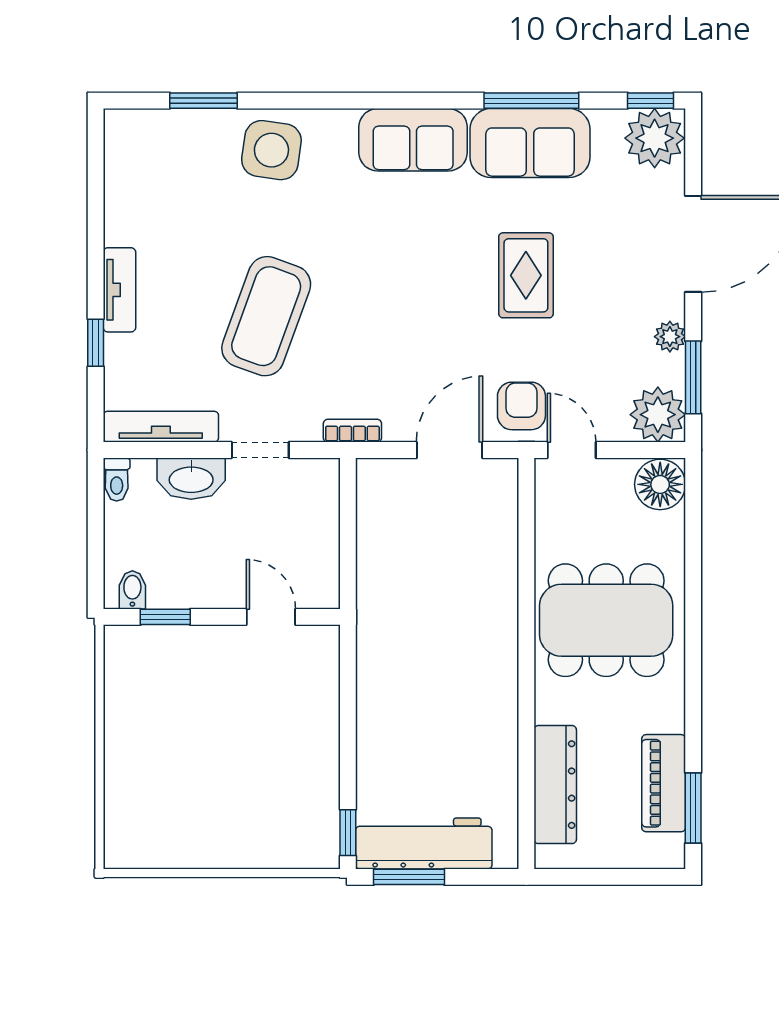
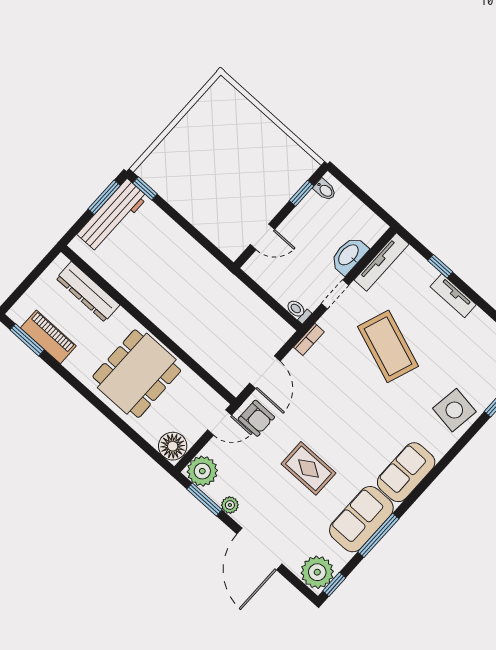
toilet: (117, 479) -> (298, 311), moved

